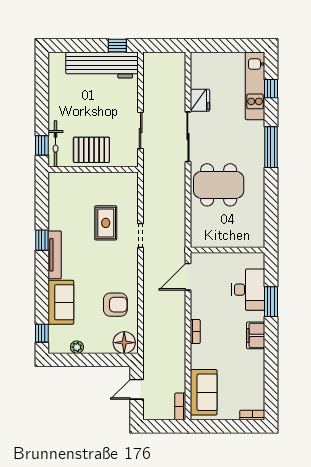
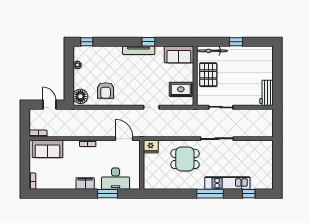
window: (117, 45) -> (277, 92), removed
workbench: (102, 65) -> (267, 93), width x0.53, depth x0.76
kitchen unit: (255, 86) -> (227, 183), moved
fridge: (200, 100) -> (151, 147), moved
window: (42, 145) -> (236, 42), moved
dining table: (219, 185) -> (185, 159), width x0.73
rug: (106, 223) -> (181, 89), moved
sofa: (61, 302) -> (179, 54), moved

